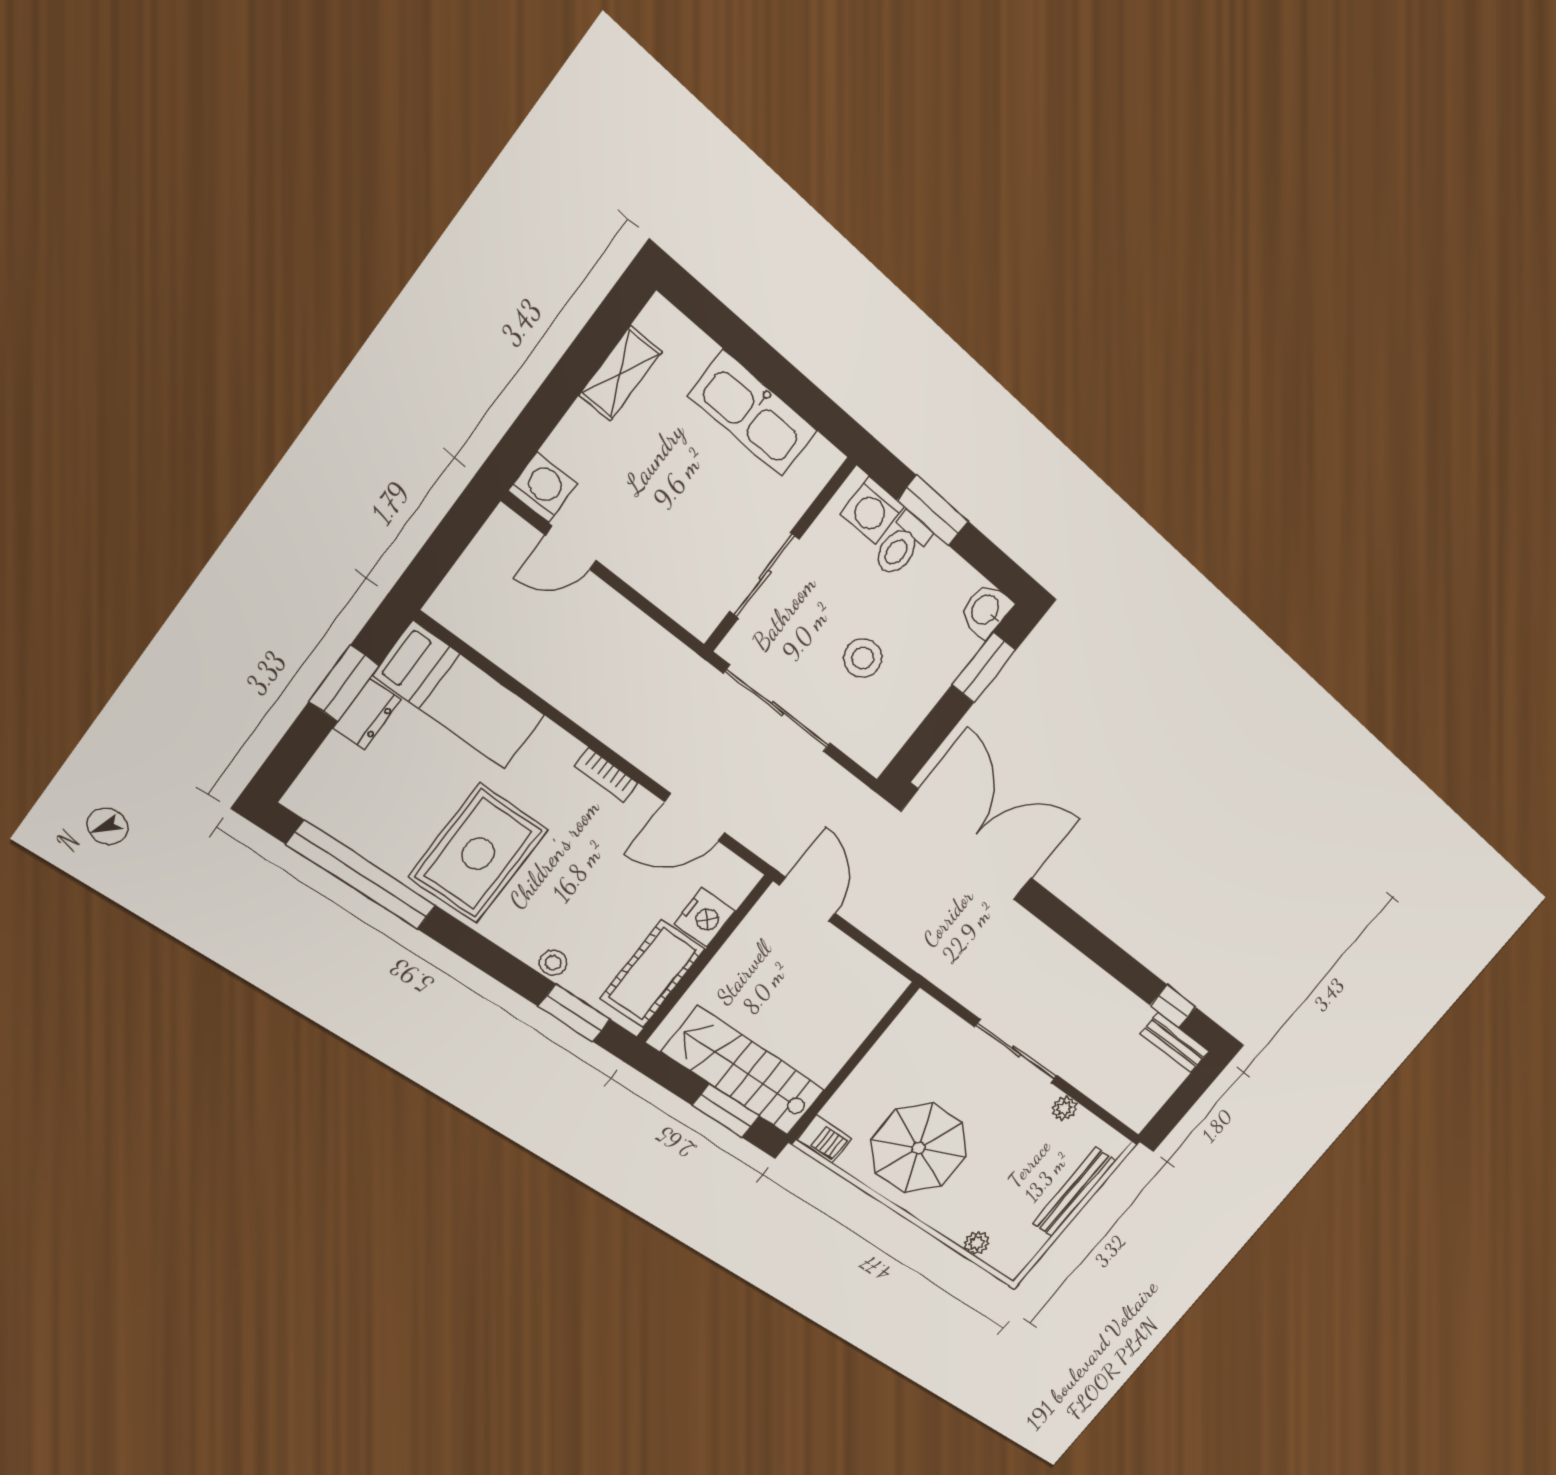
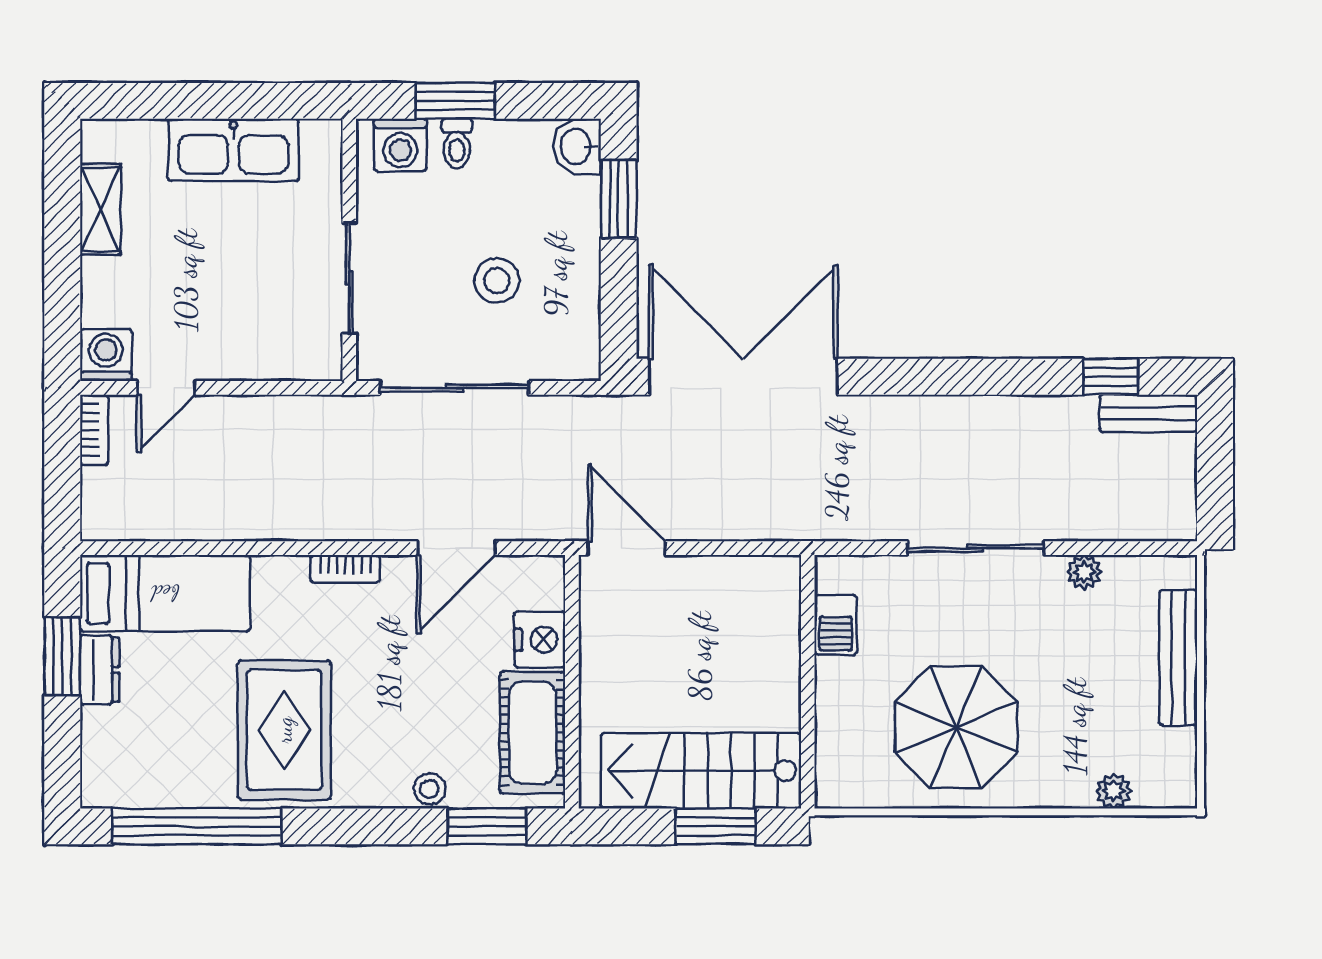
bookcase: (492, 536) -> (94, 430), added
toilet: (901, 545) -> (457, 144), width x0.73, depth x0.72
barbecue: (824, 1139) -> (836, 625), moved, turned 90

